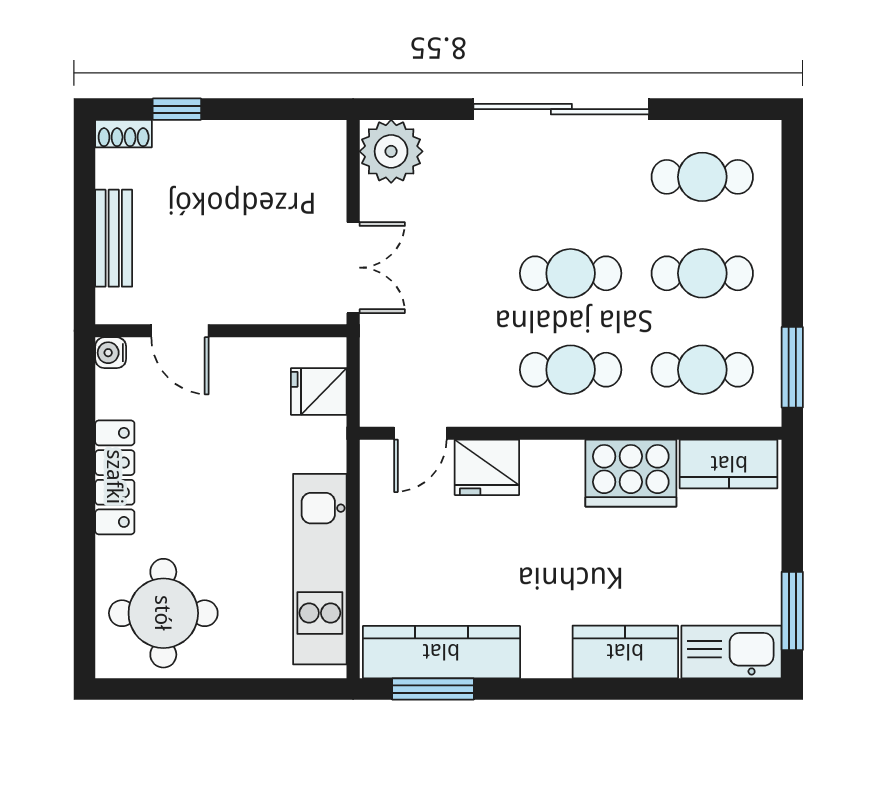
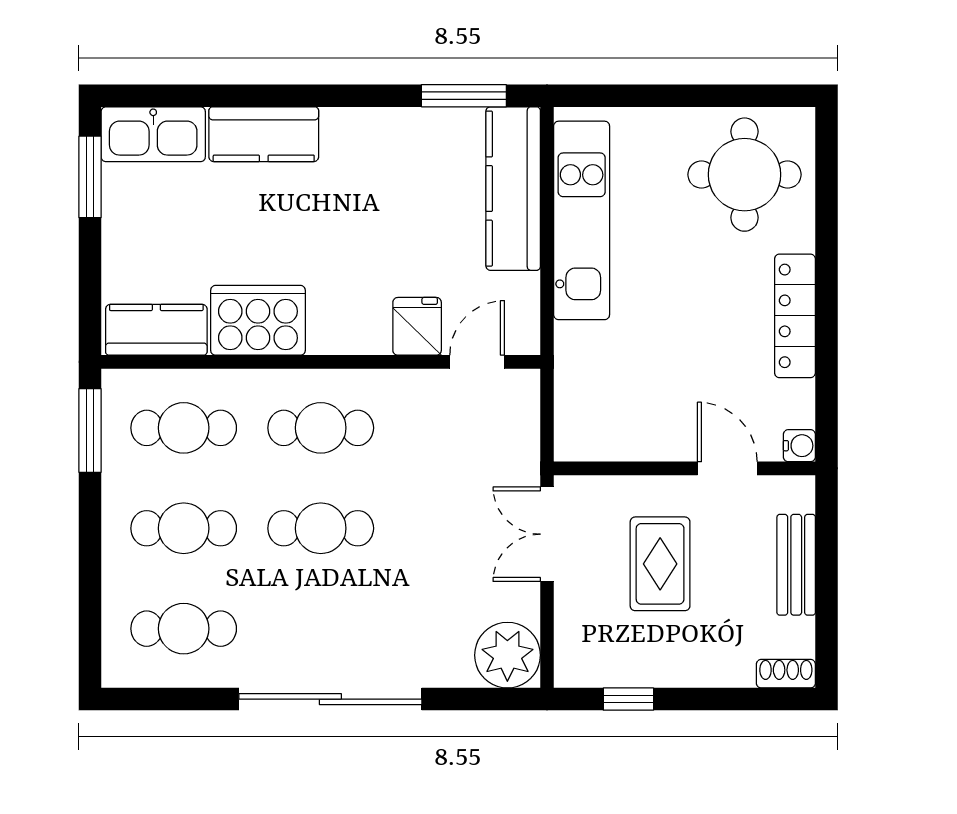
window: (177, 109) -> (628, 699), moved
rug: (244, 239) -> (660, 564), added
fridge: (319, 392) -> (583, 405), removed
fridge: (487, 467) -> (417, 326), width x0.72
kitchen counter: (441, 652) -> (513, 189), moved, turned 90

